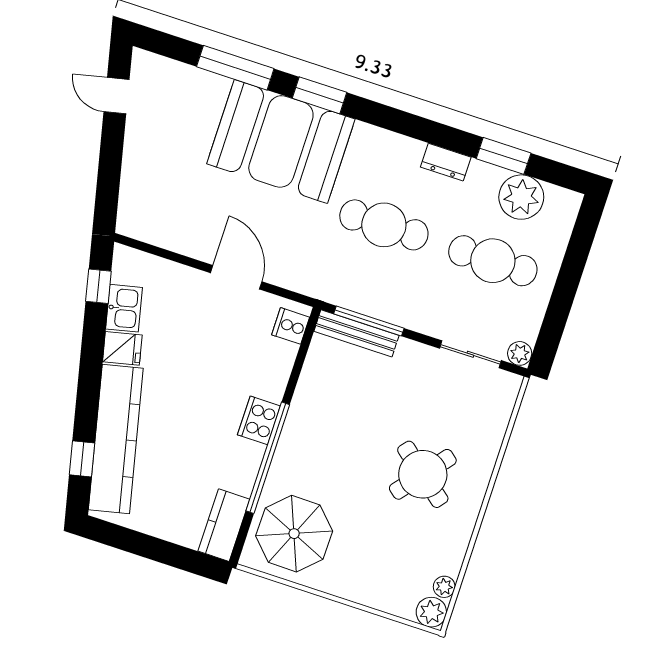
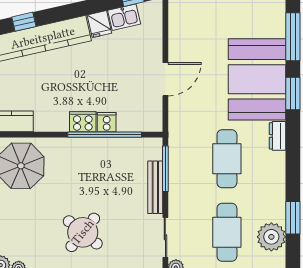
dresser: (446, 162) -> (278, 136), moved
cooker: (291, 326) -> (107, 122), moved
bench: (356, 333) -> (155, 187), moved
window: (268, 458) -> (105, 135), moved

